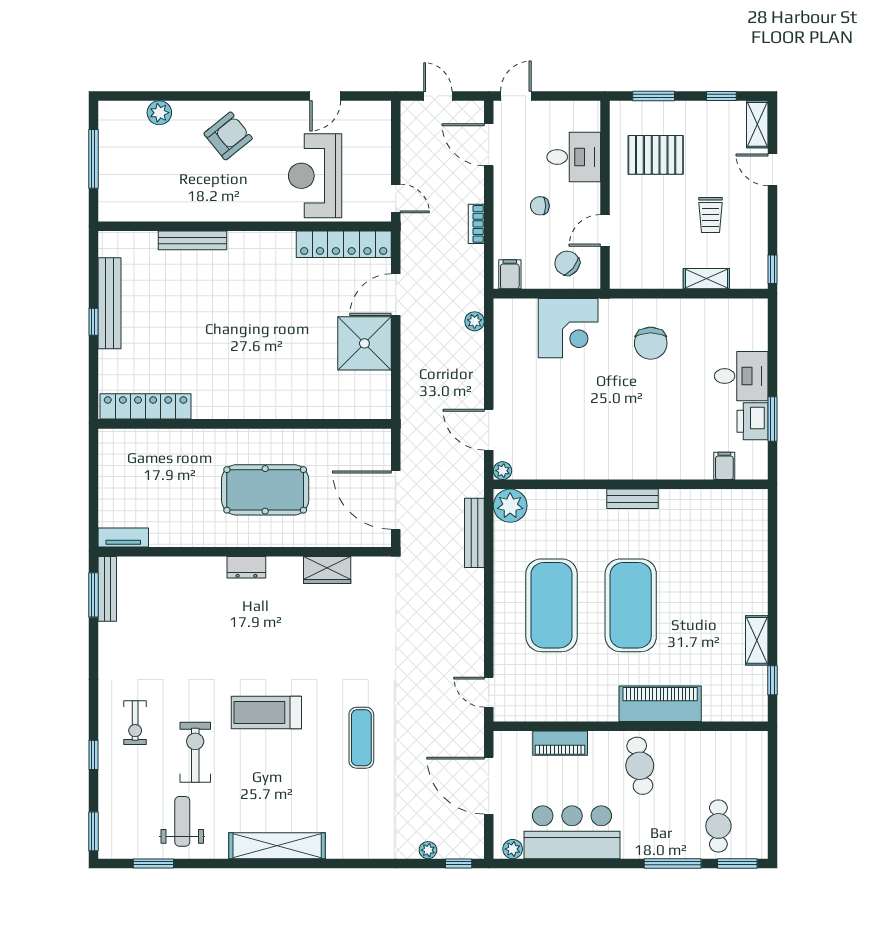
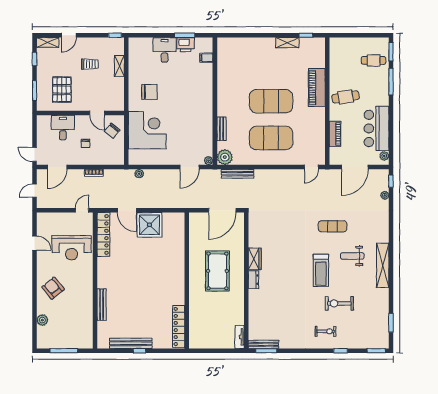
filing cabinet: (510, 274) -> (117, 157), removed
corner desk: (568, 328) -> (147, 130), width x1.36, depth x1.36
bench: (633, 499) -> (222, 129), moved
wardrobe: (327, 570) -> (255, 259), moved
weight bench: (182, 821) -> (352, 256), moved

